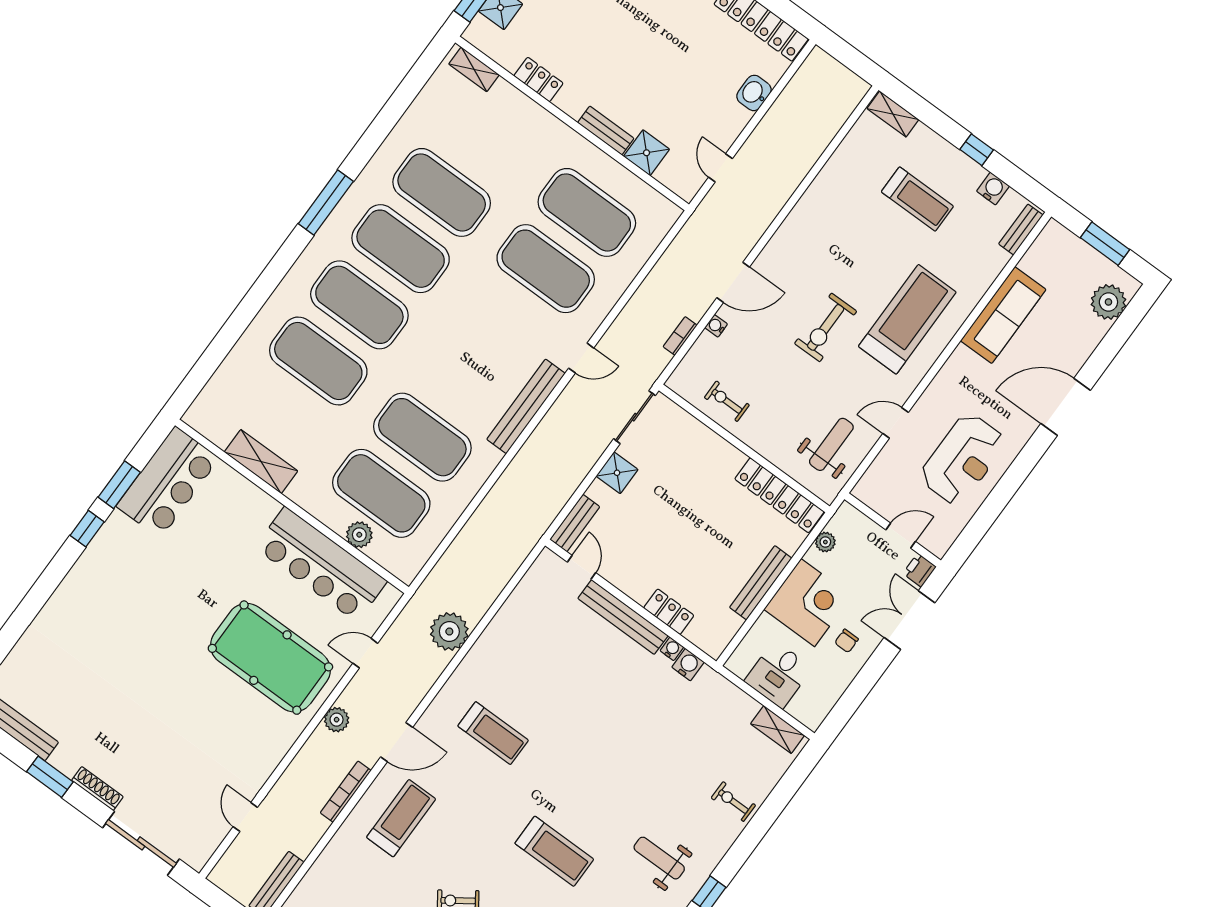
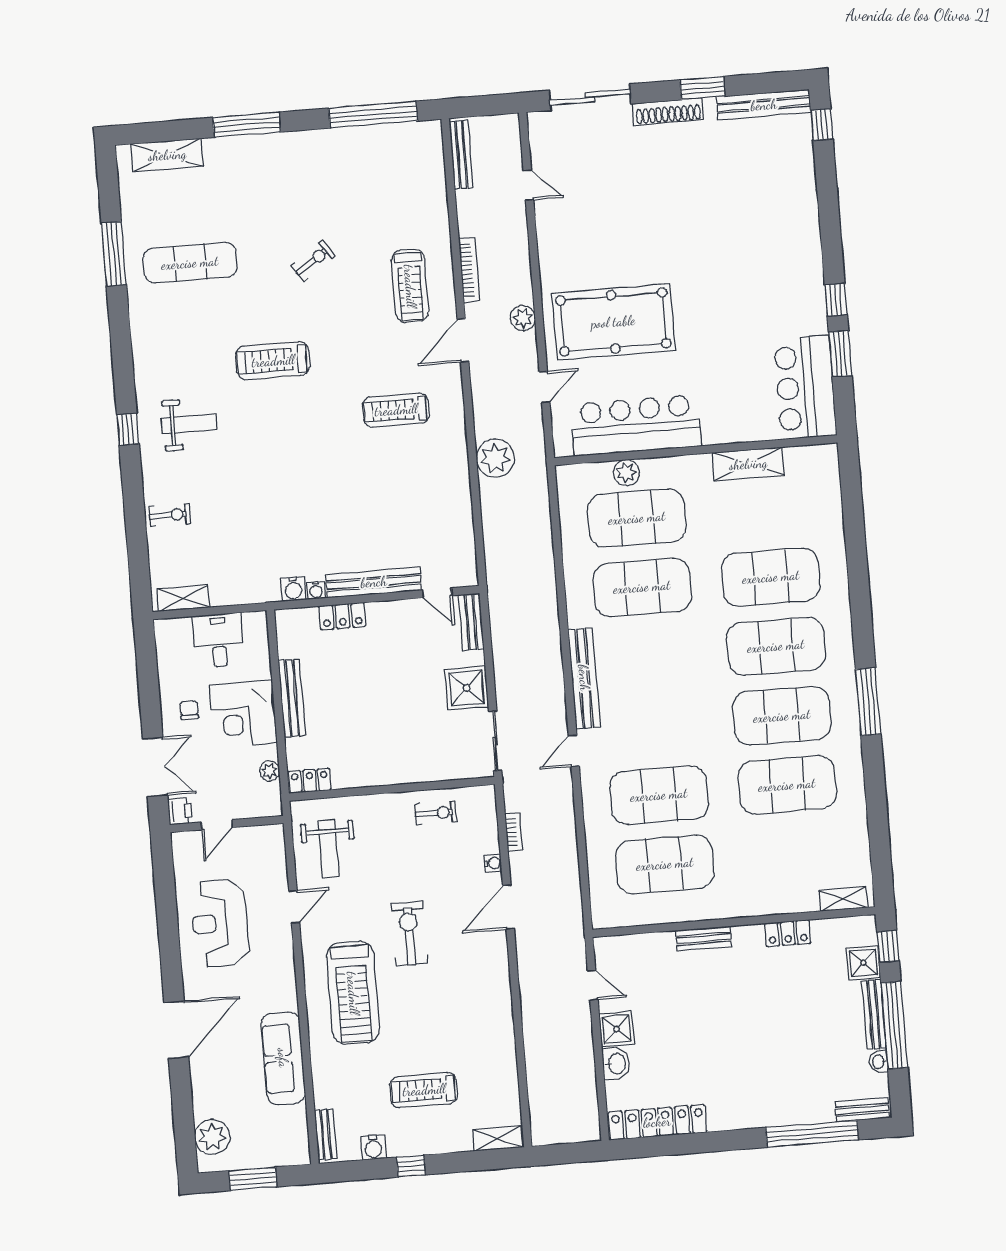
shower: (647, 153) -> (617, 1029), moved
shower: (617, 473) -> (467, 688), width x1.36, depth x1.36
locker: (779, 495) -> (310, 781), width x0.46, depth x0.83
shoe rack: (97, 789) -> (668, 111), width x1.36, depth x1.24

